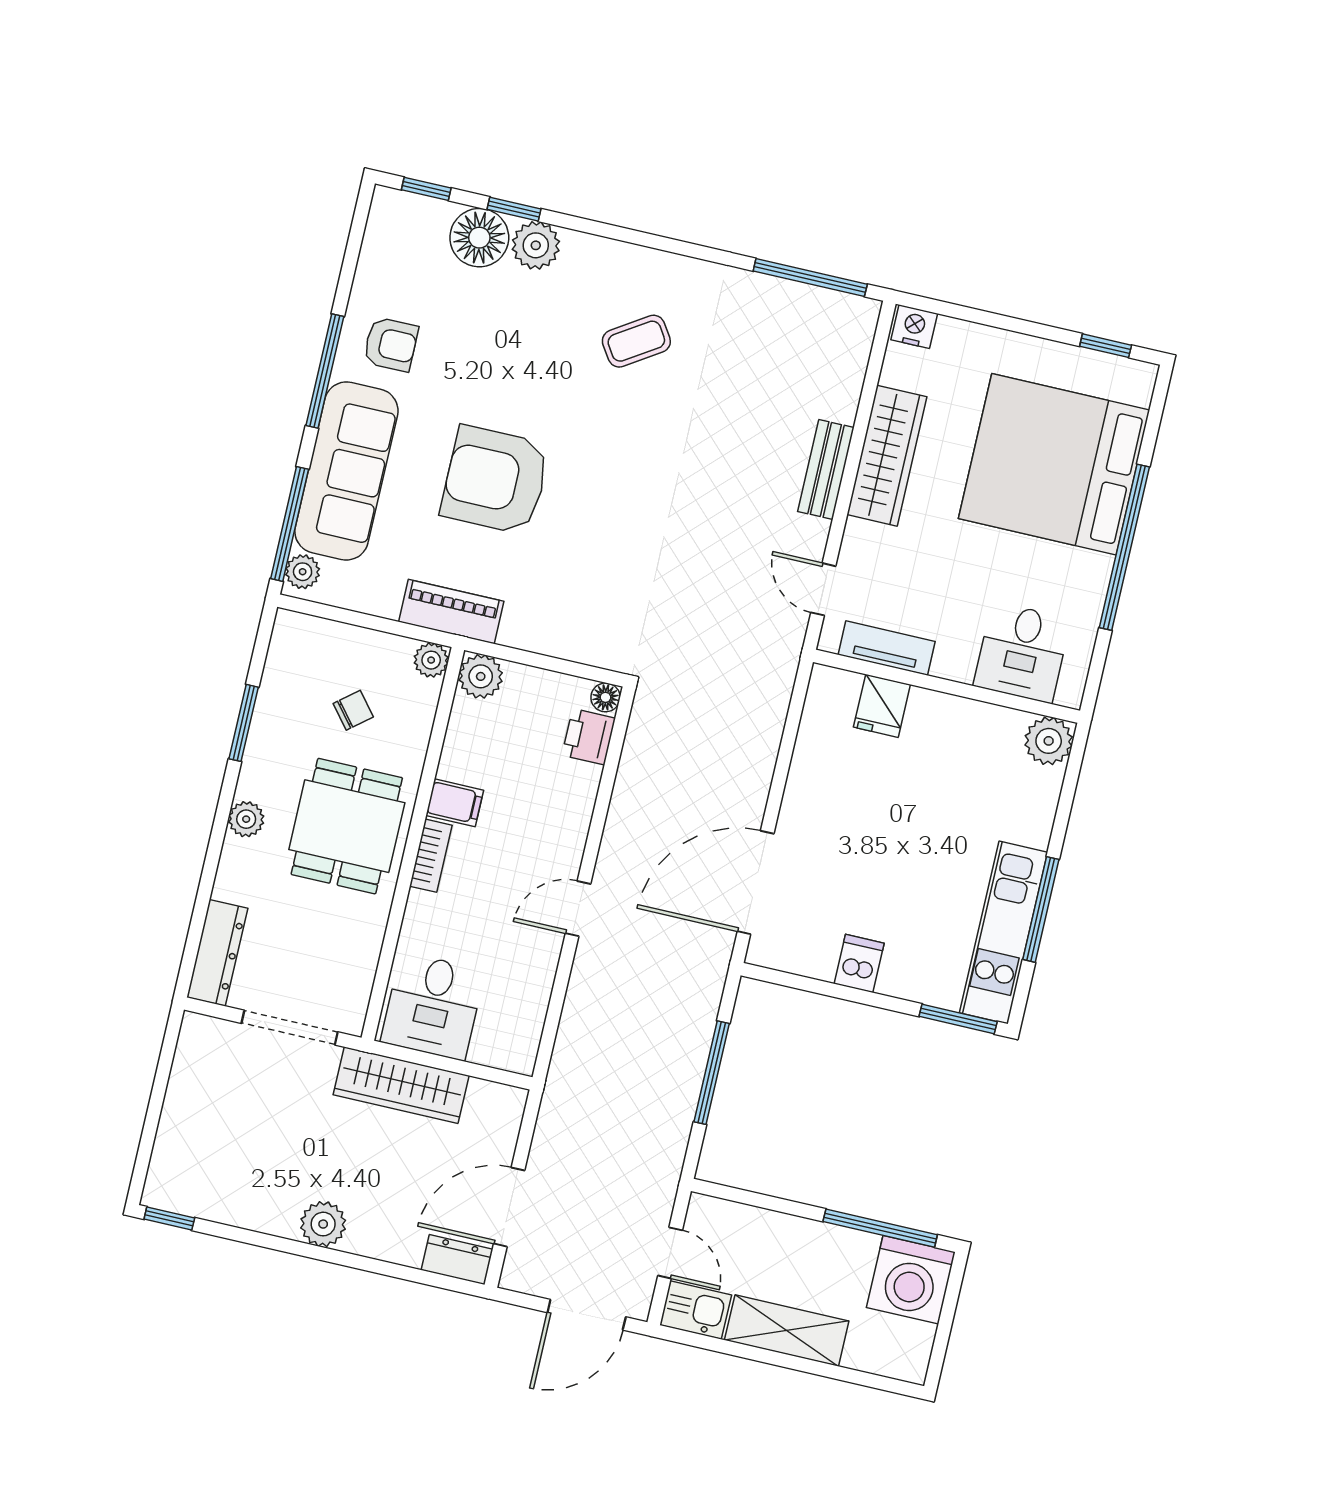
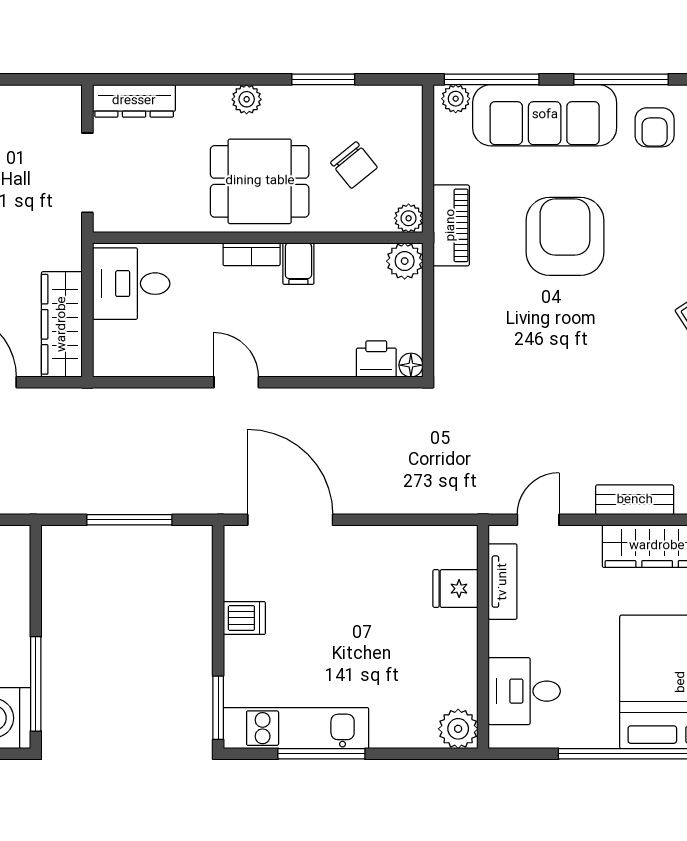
chair: (353, 710) -> (354, 165), width x1.37, depth x1.37
wardrobe: (401, 1085) -> (62, 324), moved

